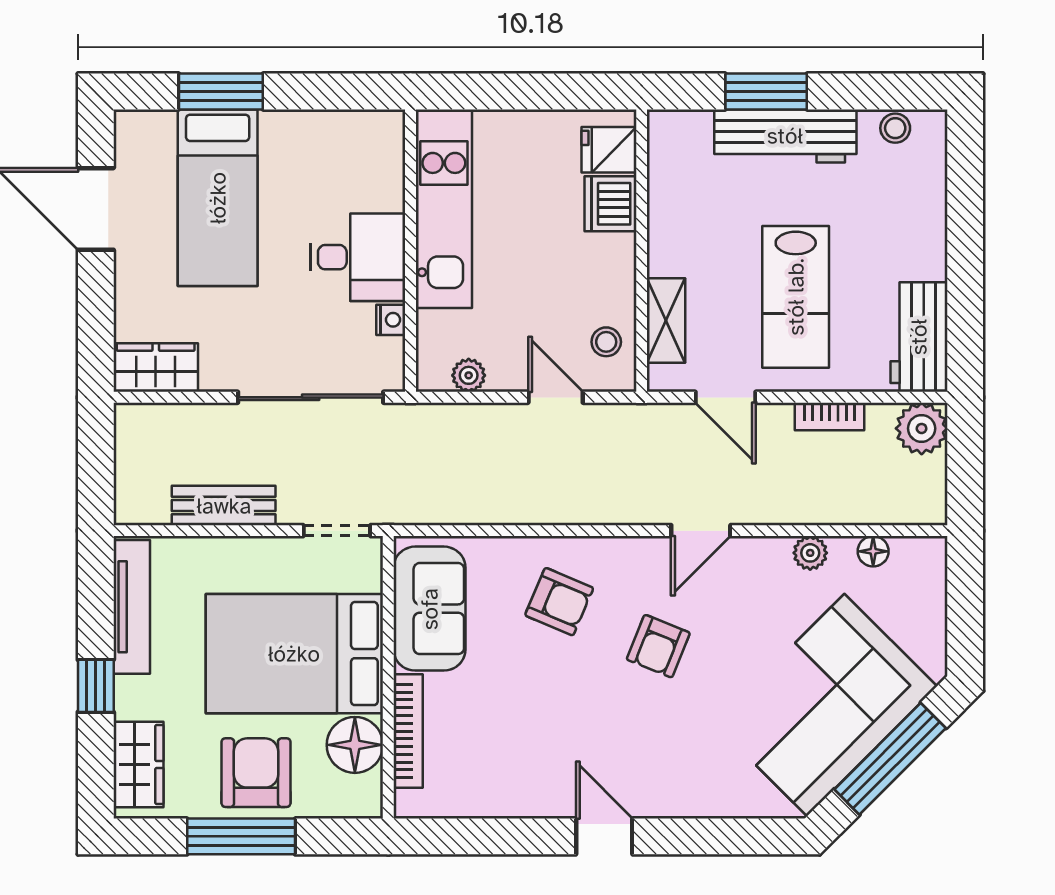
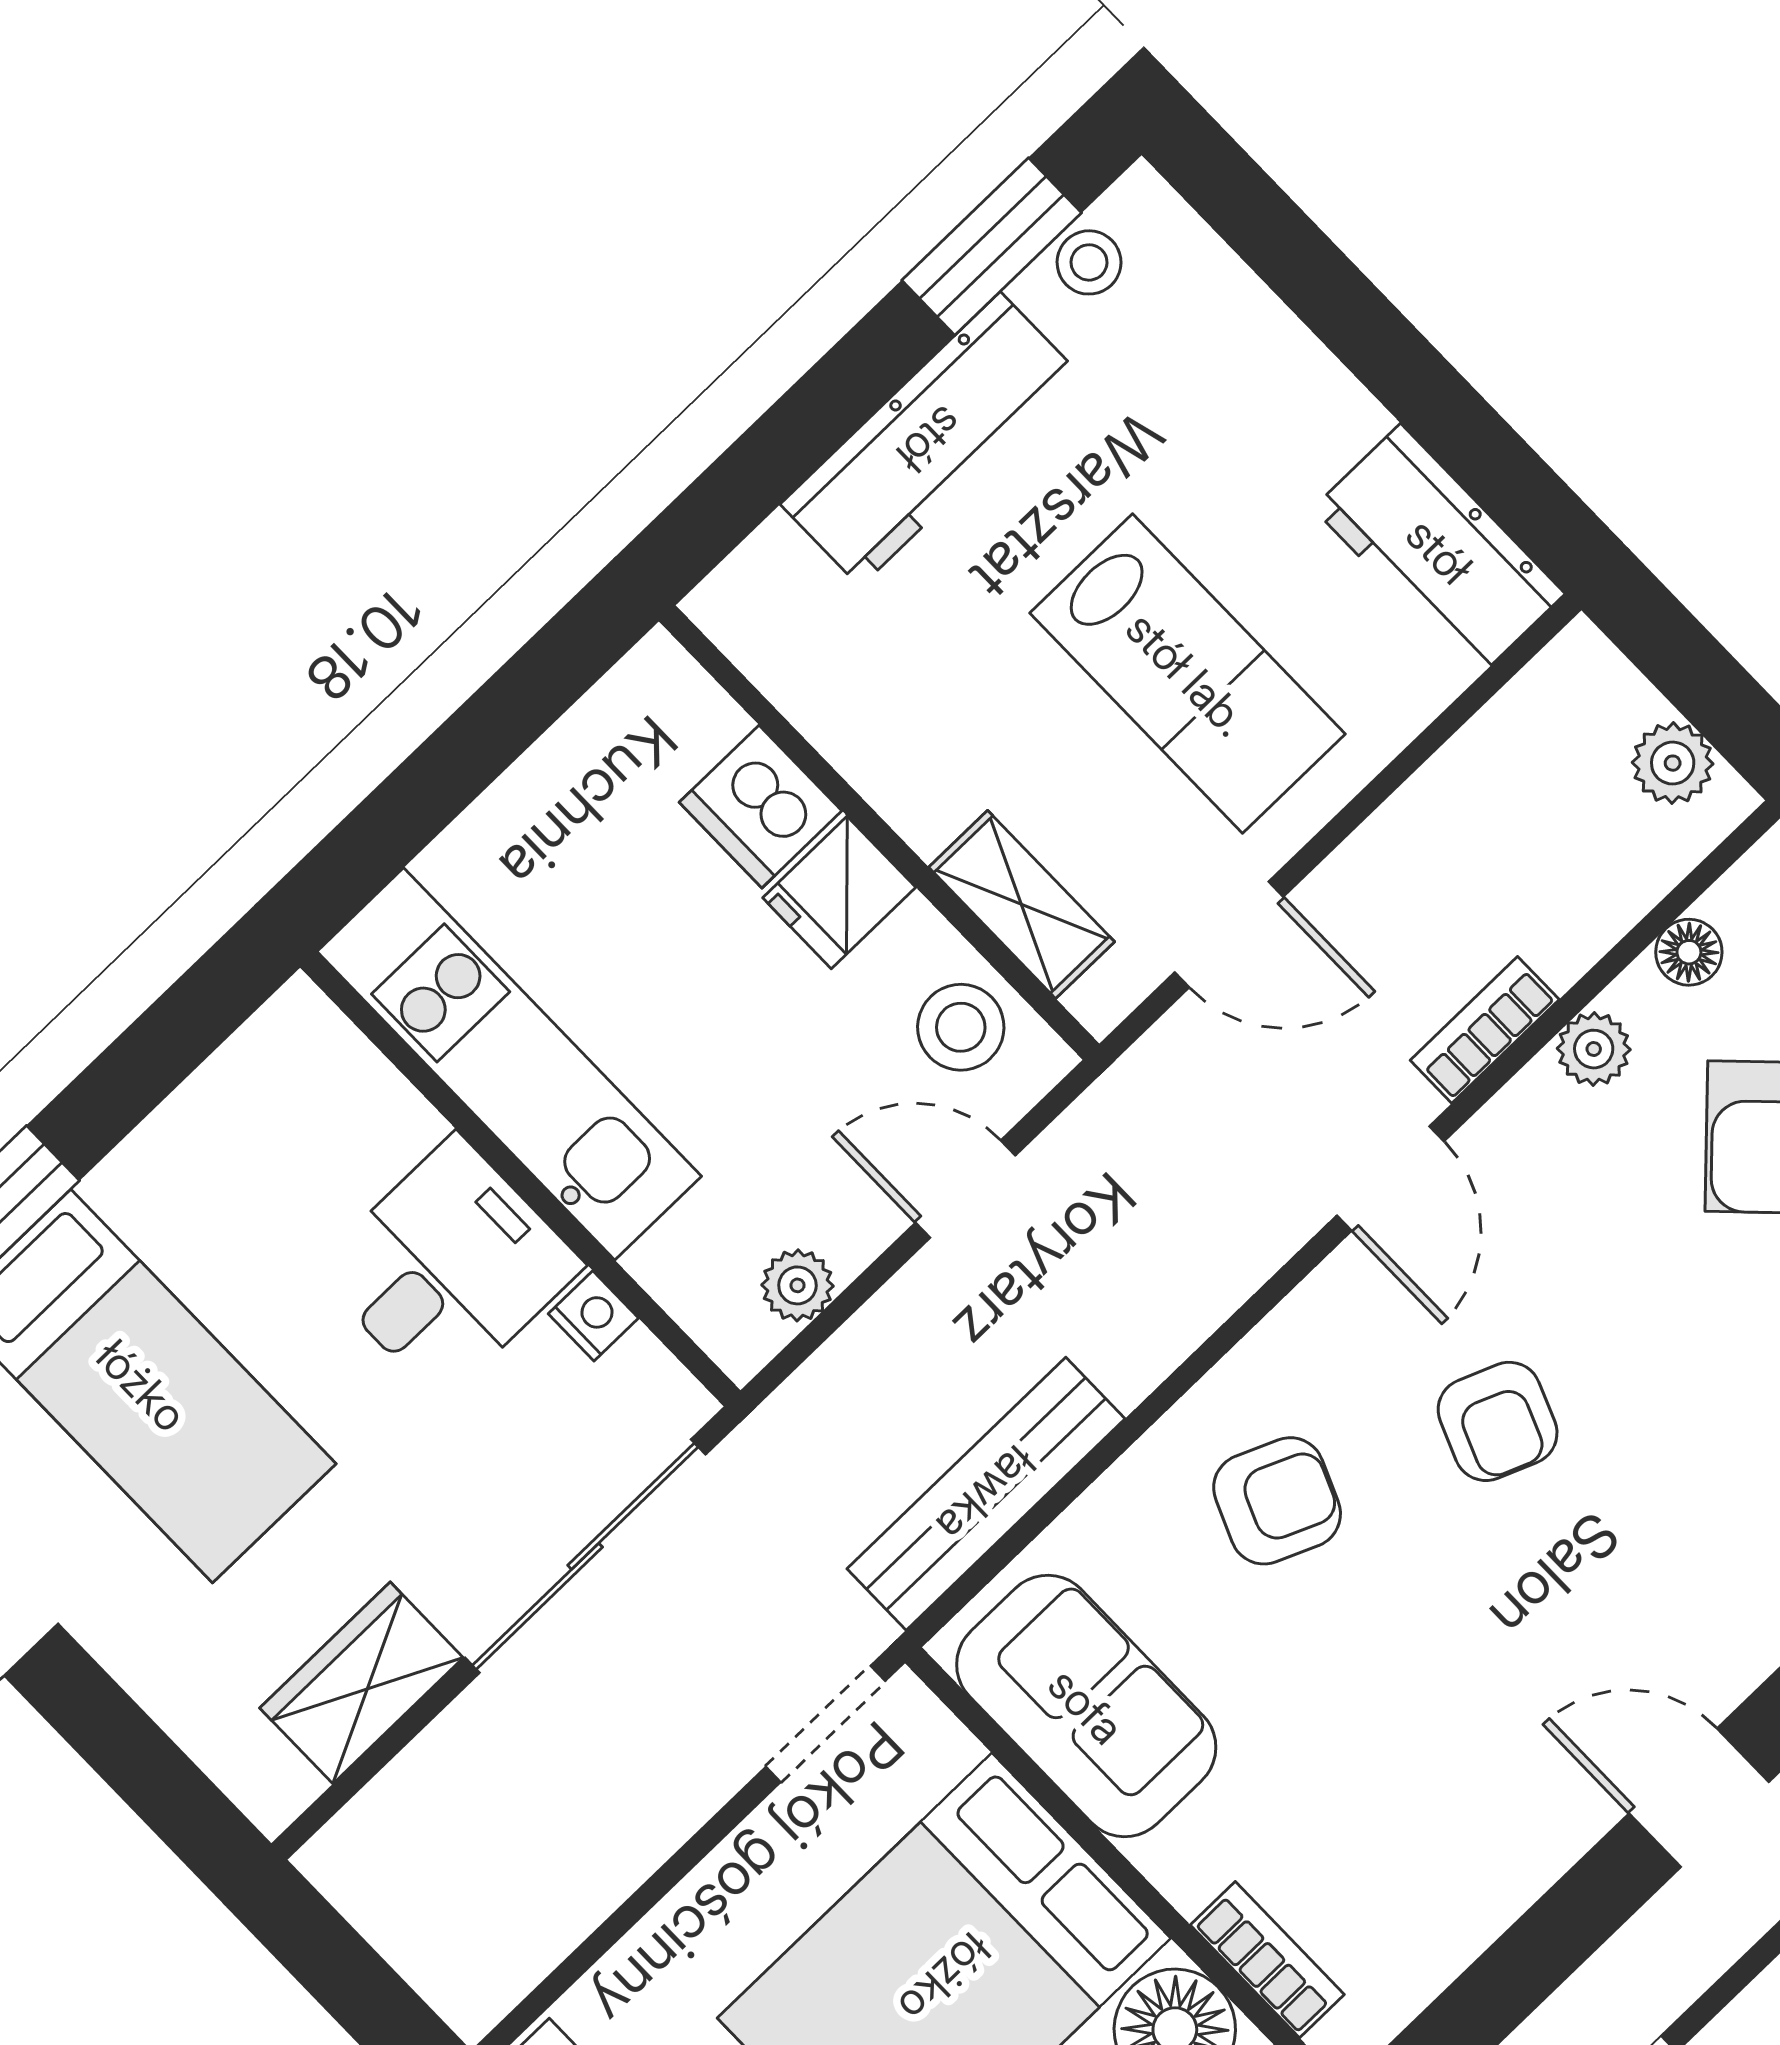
window: (766, 91) -> (992, 246), moved
fridge: (609, 150) -> (839, 893), moved
stool: (606, 342) -> (961, 1027), width x1.37, depth x1.37
wardrobe: (156, 368) -> (362, 1683), moved
bookcase: (830, 416) -> (1485, 1030), moved, turned 180
plant: (922, 428) -> (1673, 763), moved, width x0.73, depth x0.73
bench: (224, 506) -> (986, 1494), moved, width x1.36
bookcase: (408, 731) -> (1267, 1960), width x0.64

